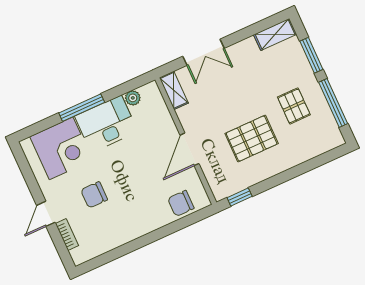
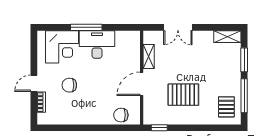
shelving: (174, 90) -> (149, 56), moved
plant: (133, 98) -> (121, 36), removed
pallet: (294, 106) -> (226, 107), moved

